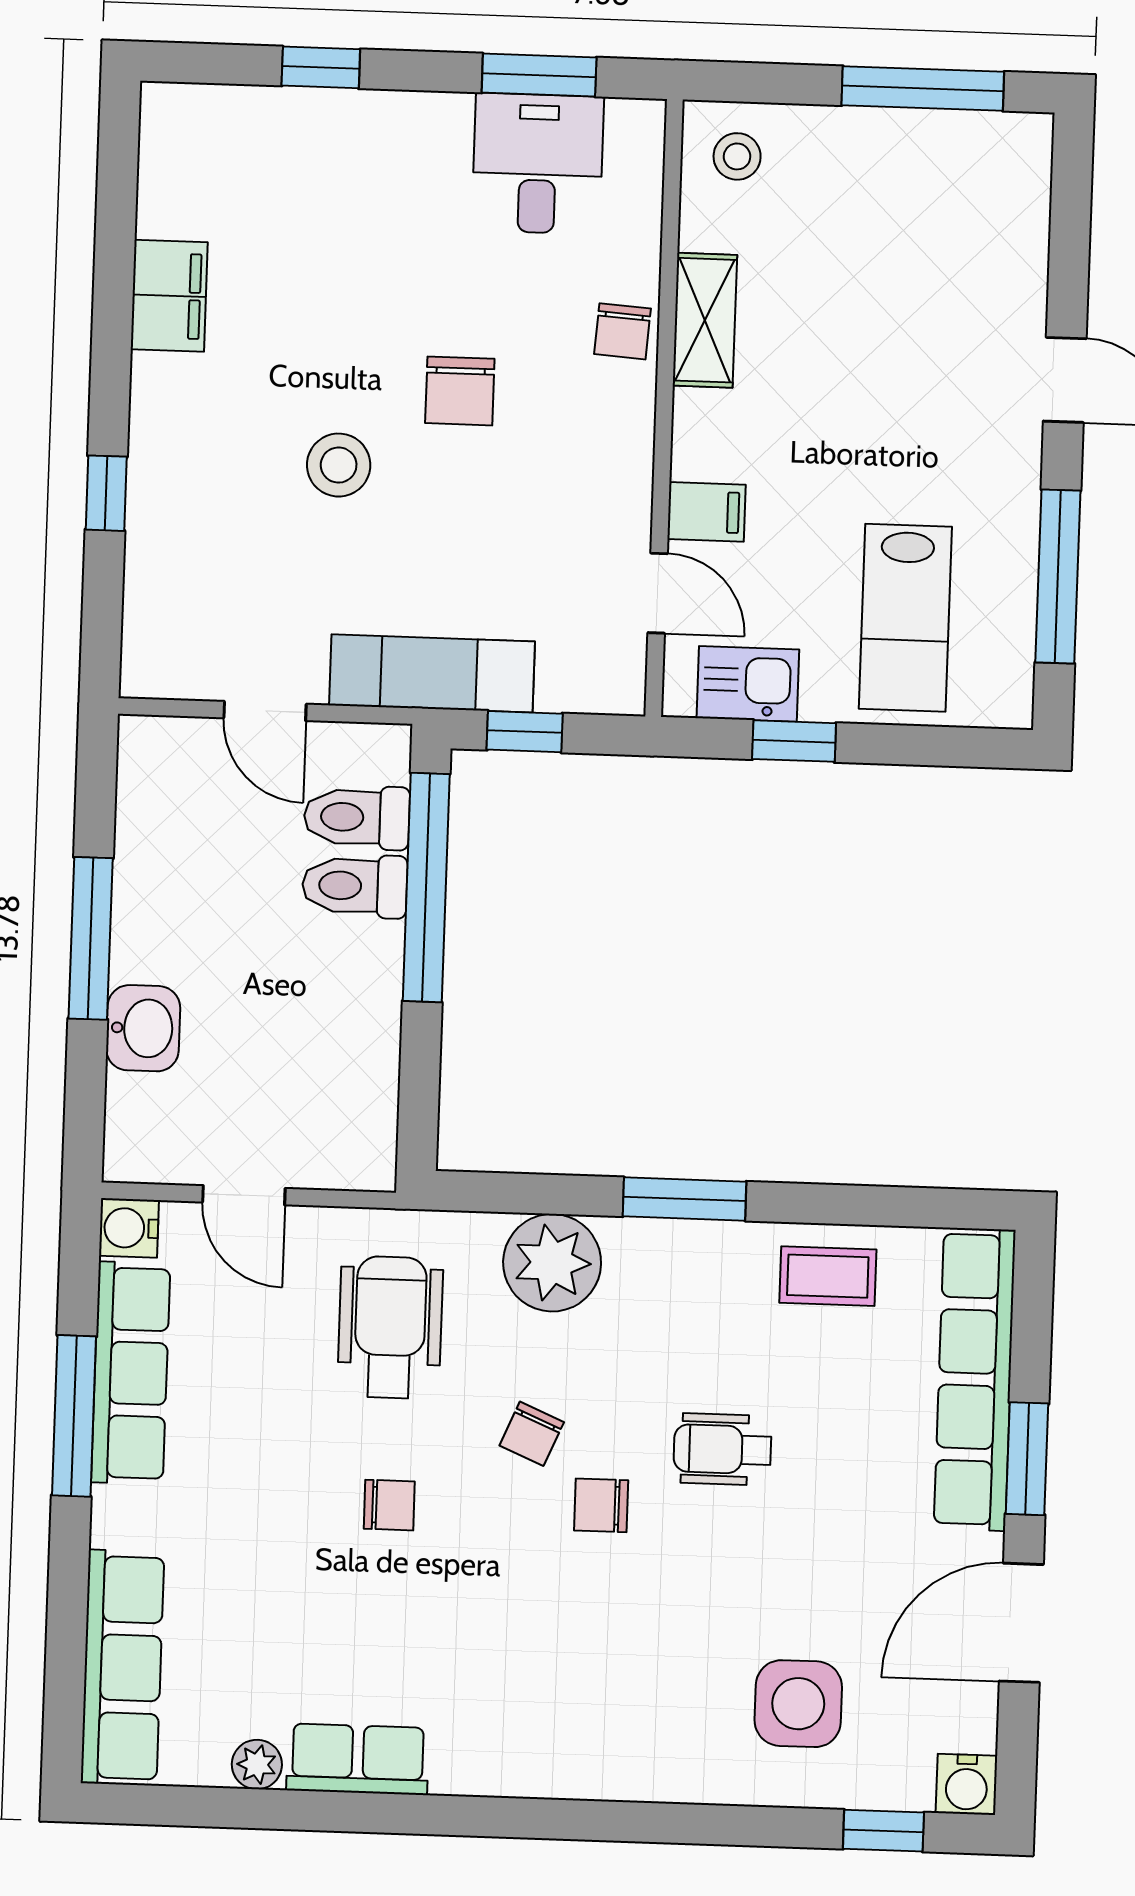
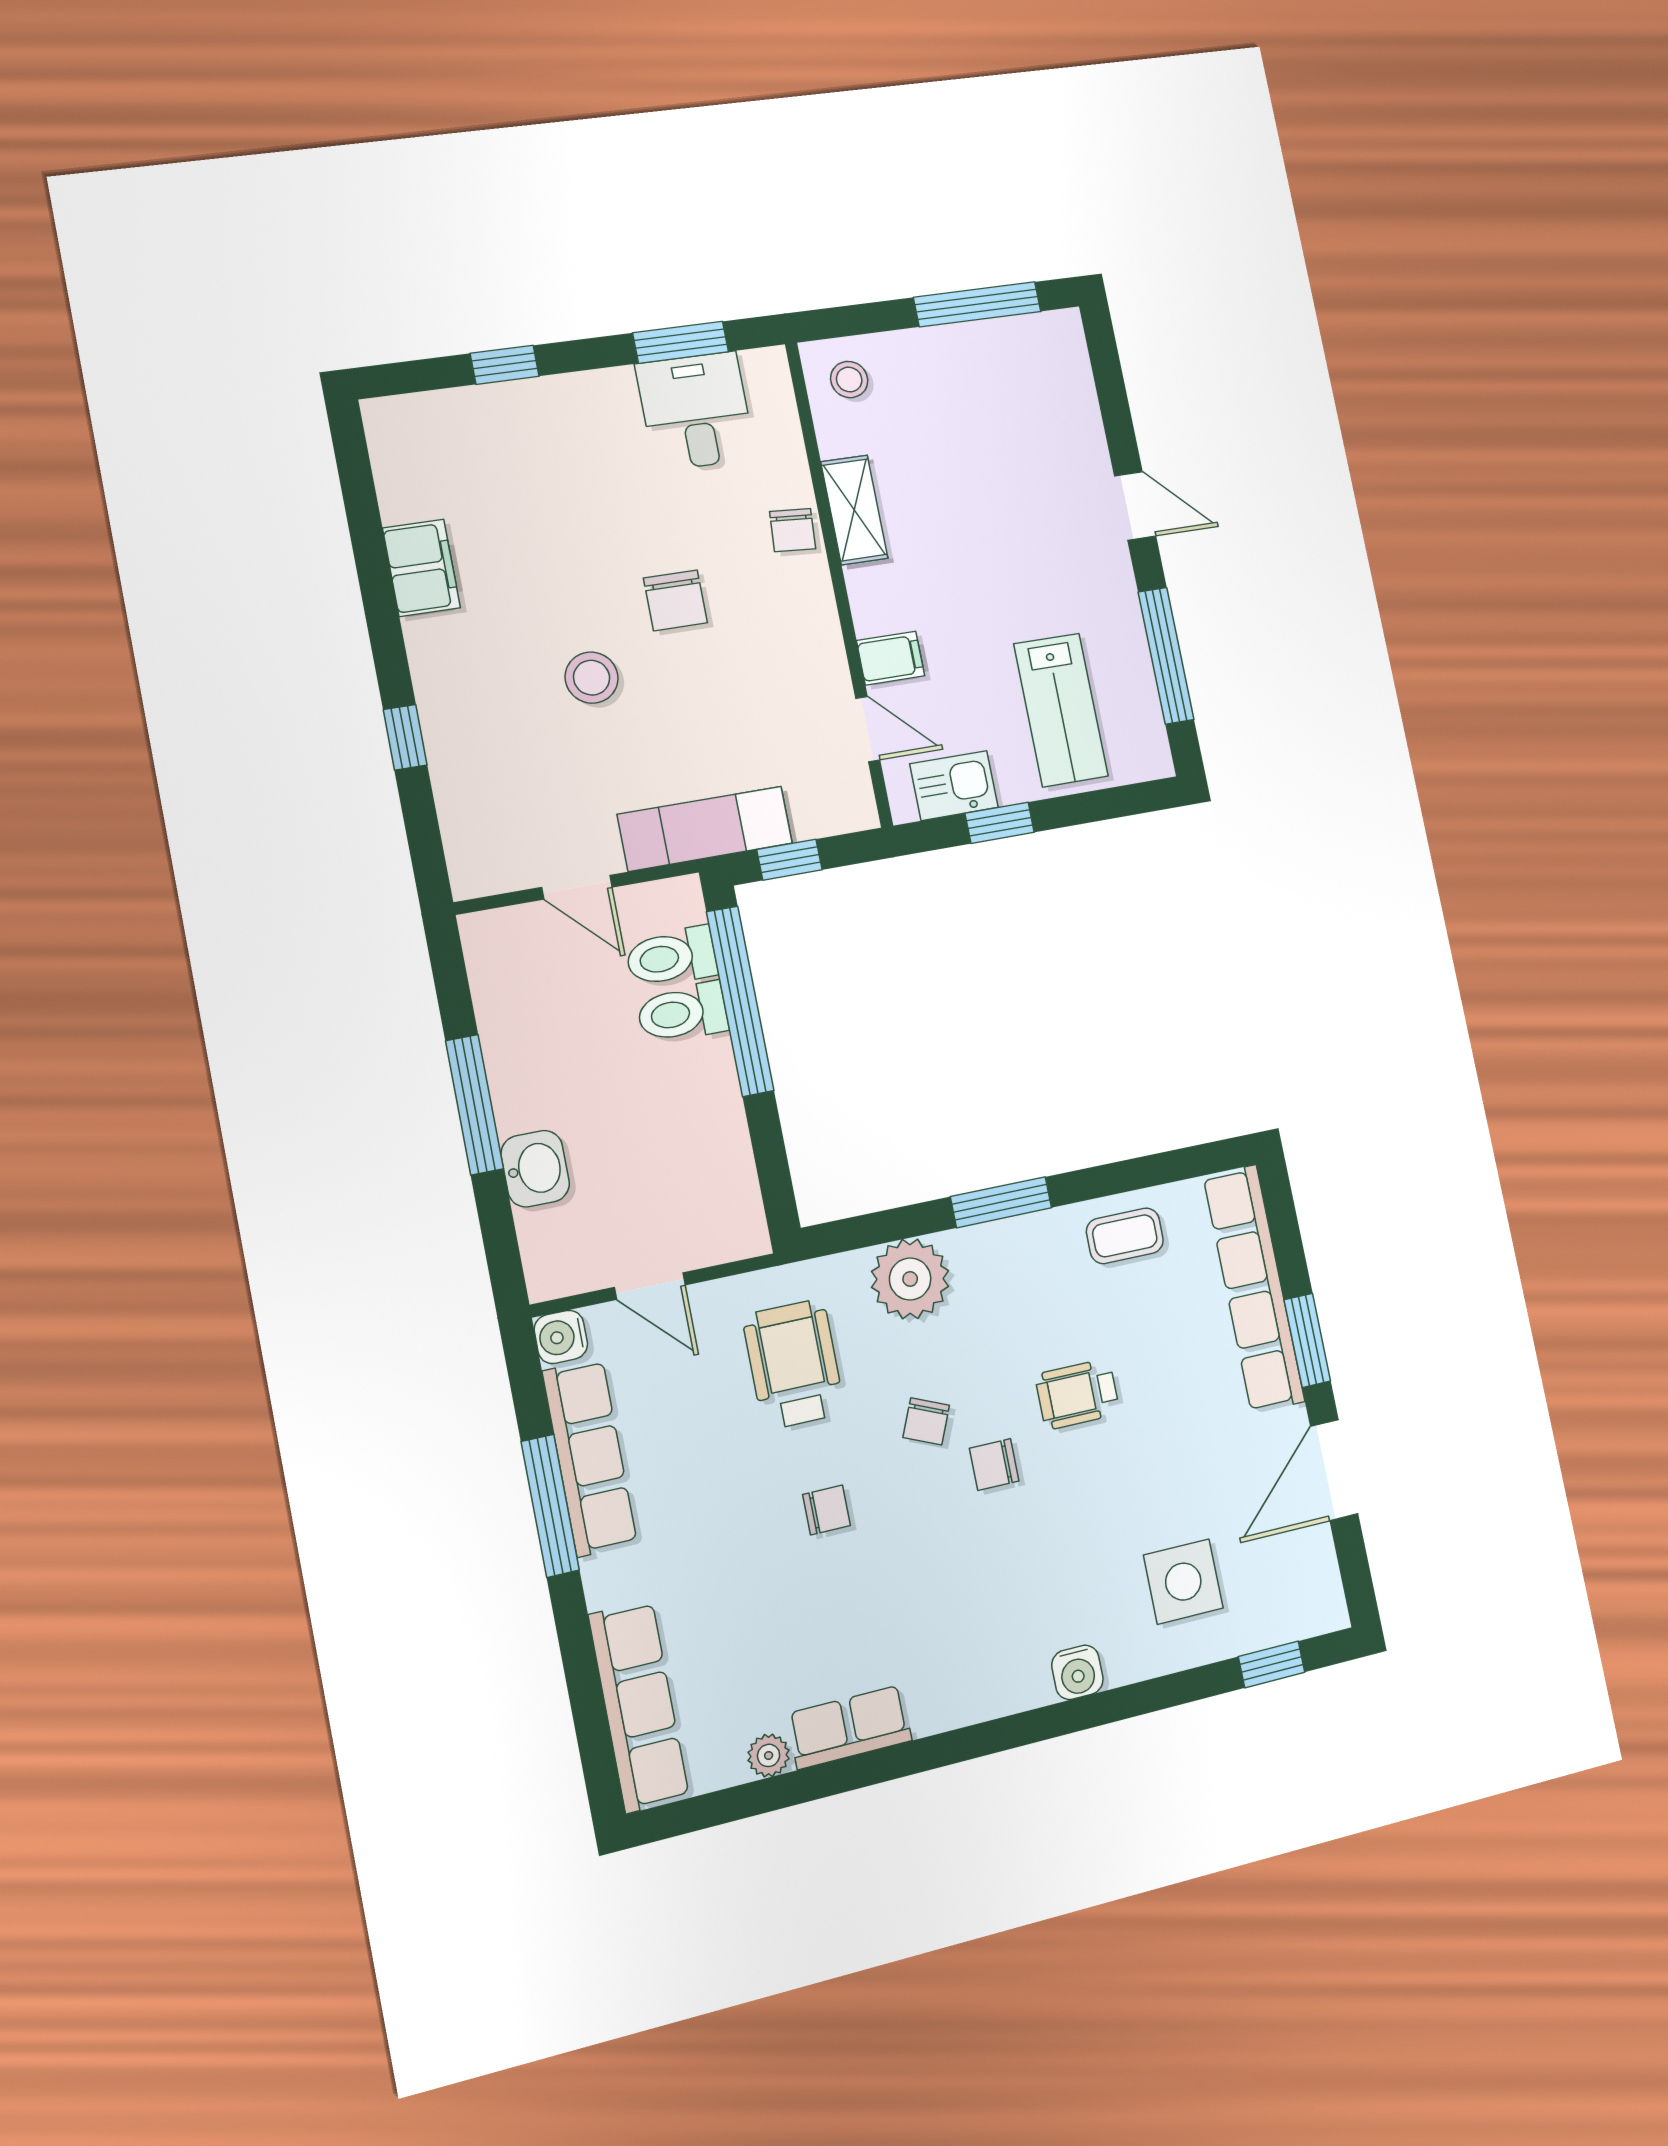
water cooler: (966, 1784) -> (1077, 1672), moved

